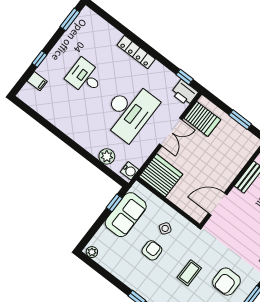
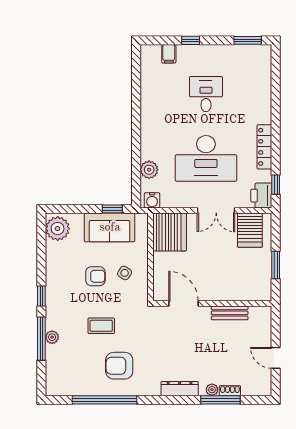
locker: (136, 52) -> (264, 147), moved
plant: (92, 252) -> (58, 229), width x1.87, depth x1.87

